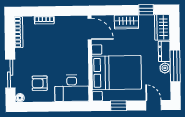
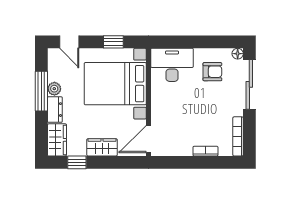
door: (90, 29) -> (148, 139), hinge flipped
sliding door: (10, 74) -> (249, 84), width x1.37

